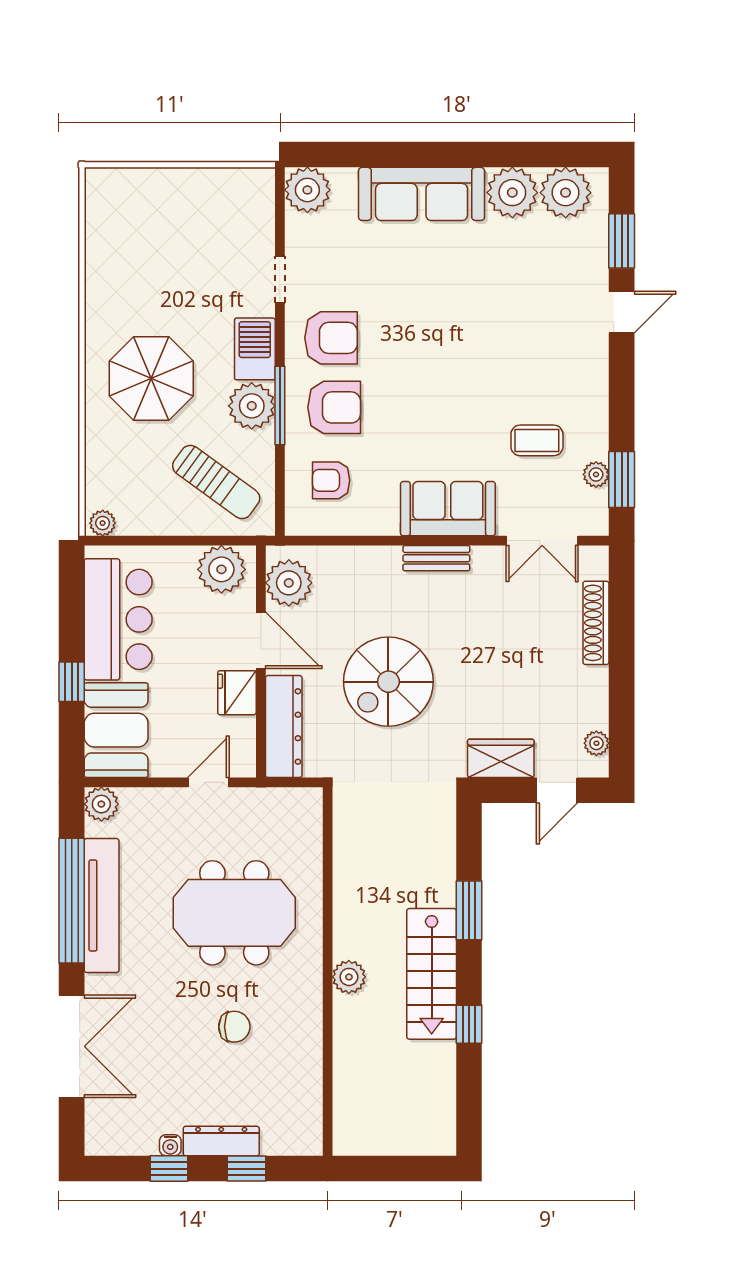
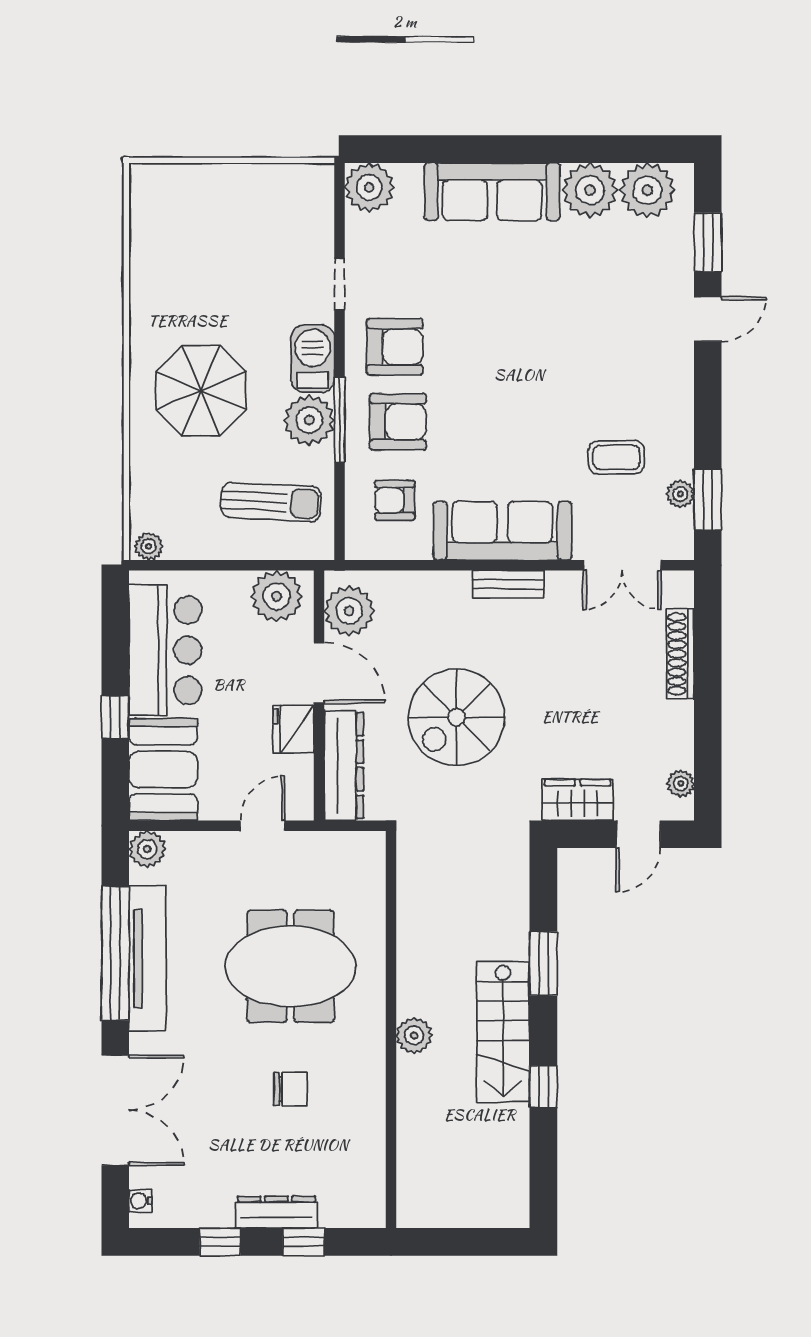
sun lounger: (216, 482) -> (271, 502), turned -33
sofa: (448, 509) -> (502, 531), width x1.36
water cooler: (170, 1145) -> (140, 1201), moved, turned 90

